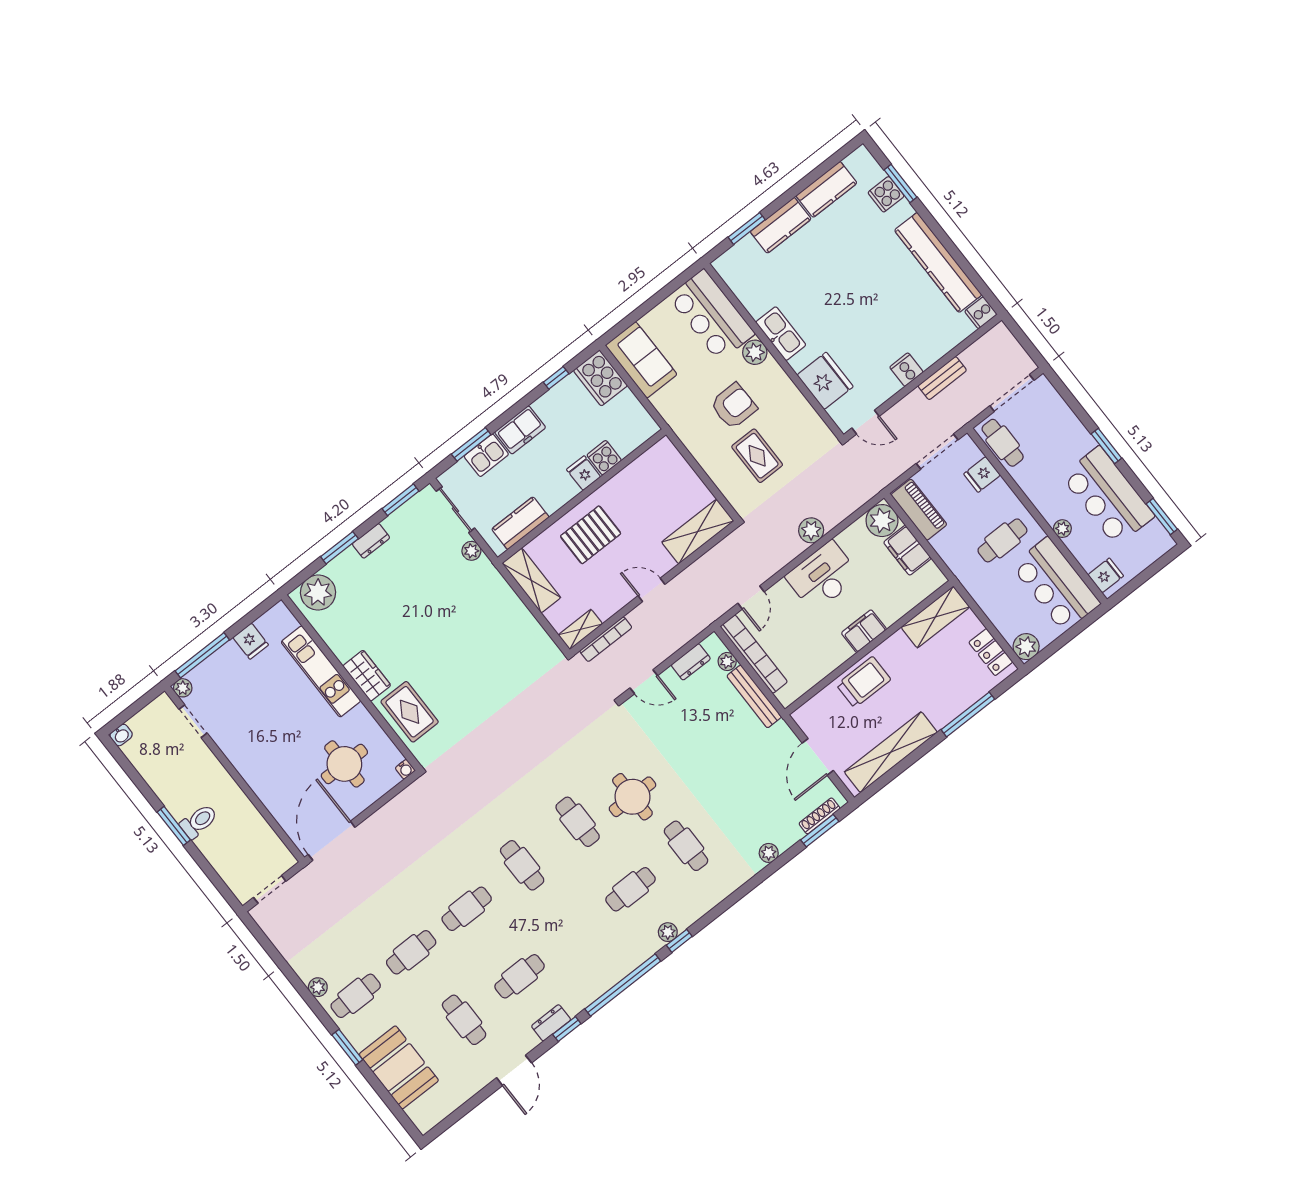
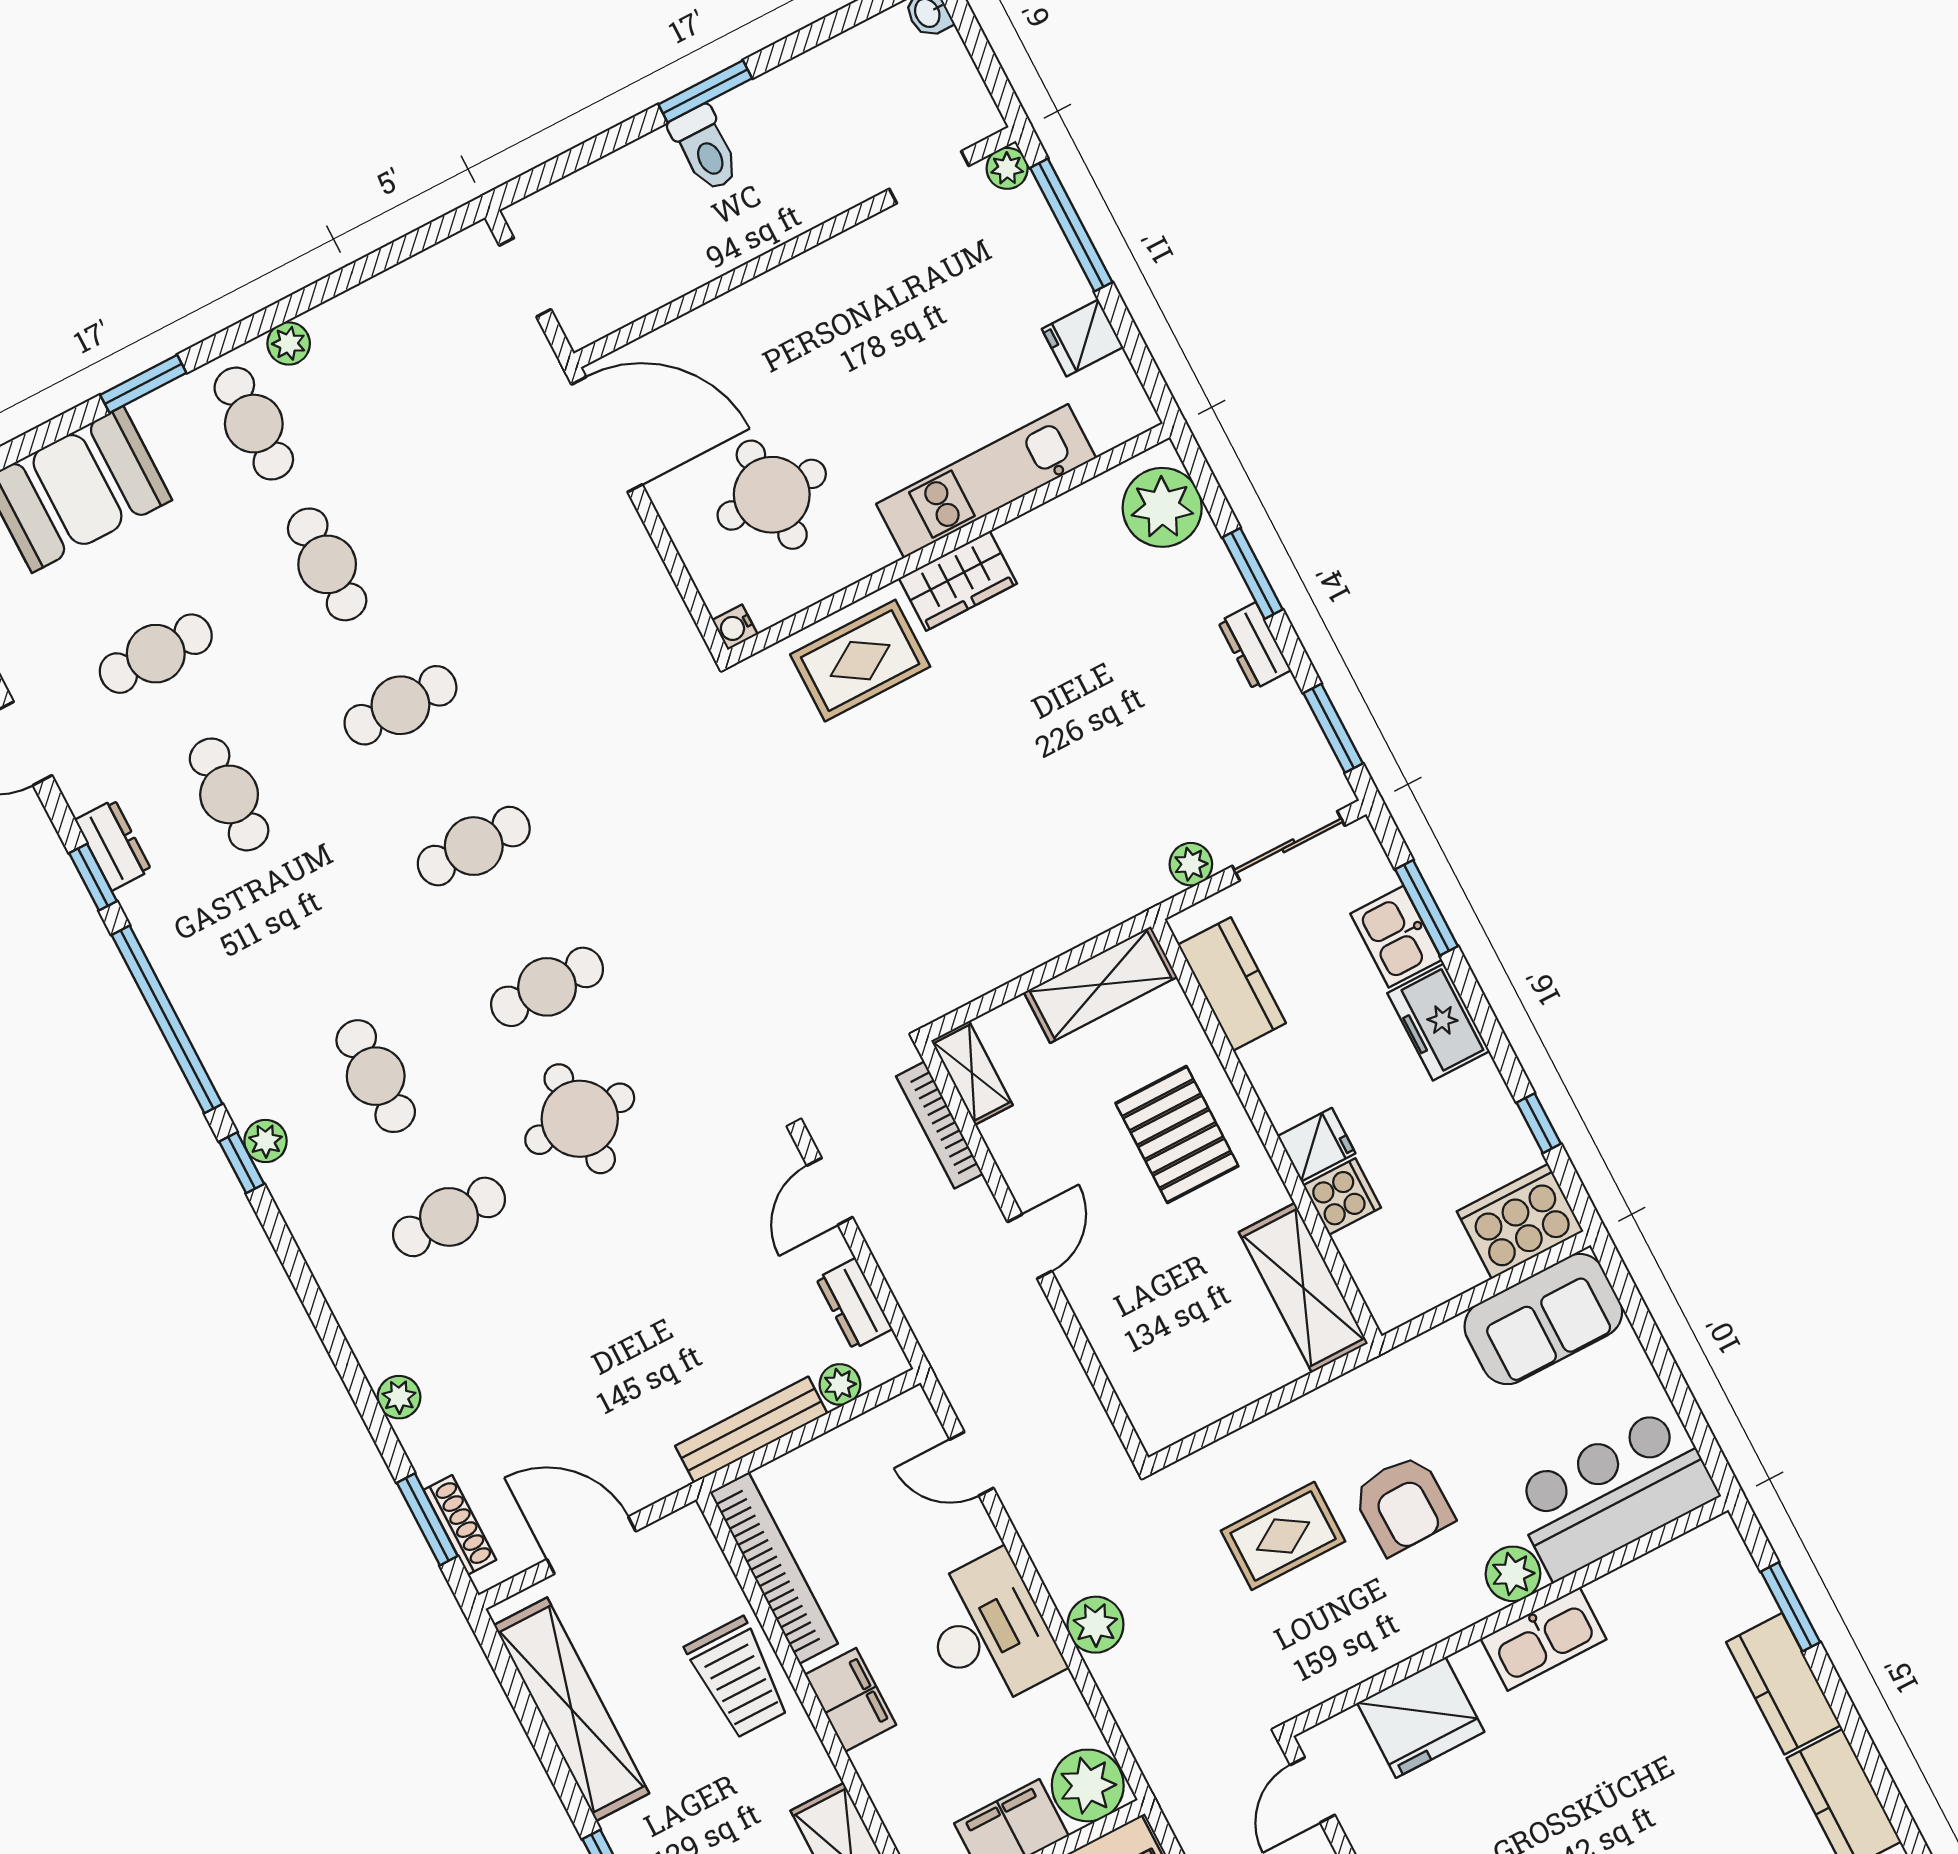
shelving: (698, 532) -> (1303, 1288), moved
bookcase: (754, 654) -> (774, 1568), moved, turned -90
cafe table: (467, 909) -> (400, 705), turned 90

